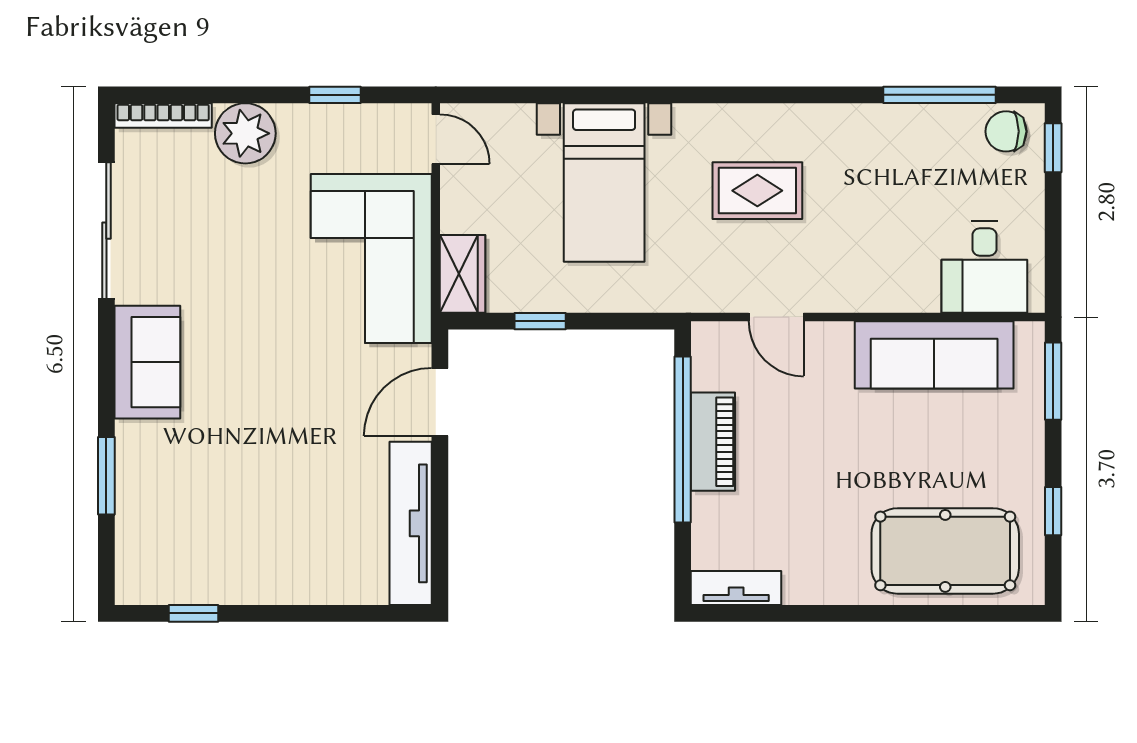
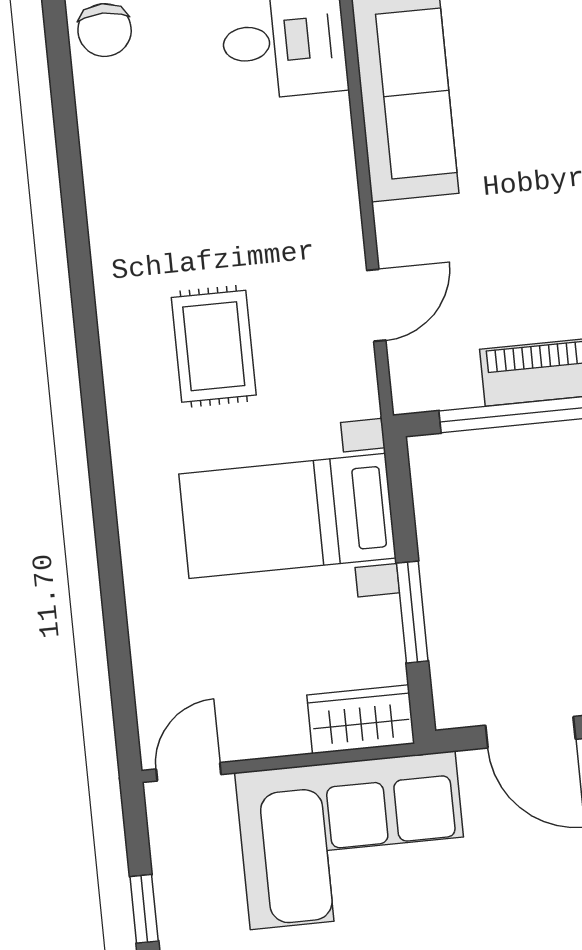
window: (939, 95) -> (66, 122), removed
bed with nightstands: (604, 182) -> (287, 516), moved, turned 180
window: (540, 321) -> (412, 612), width x1.50

